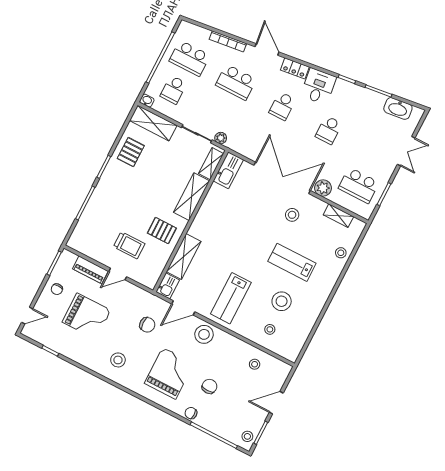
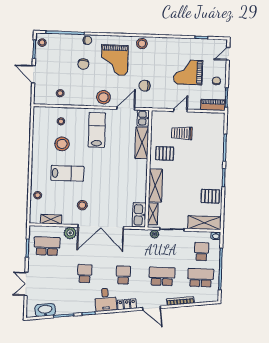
pallet: (131, 152) -> (210, 196), turned 90
piano: (90, 270) -> (213, 105), moved
stool: (118, 360) -> (142, 44), moved
door: (276, 403) -> (33, 74), swing flipped

